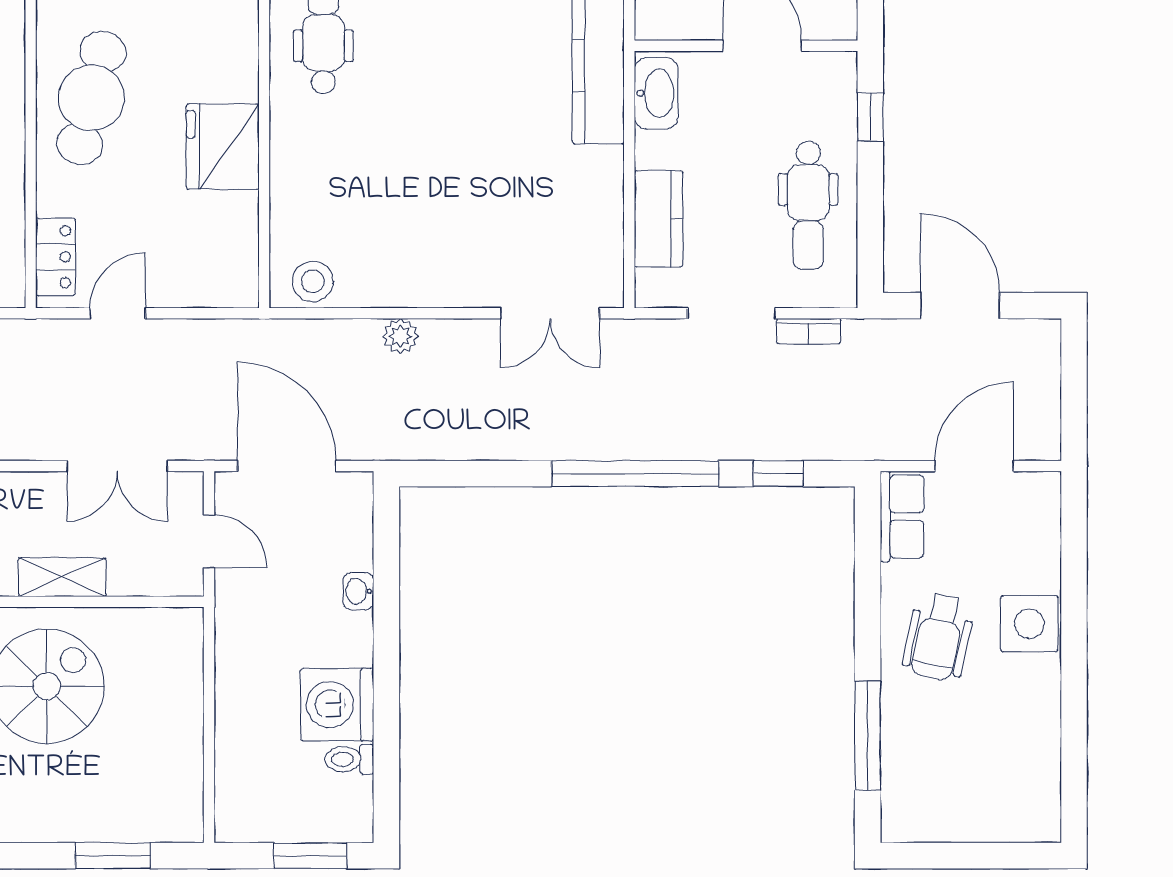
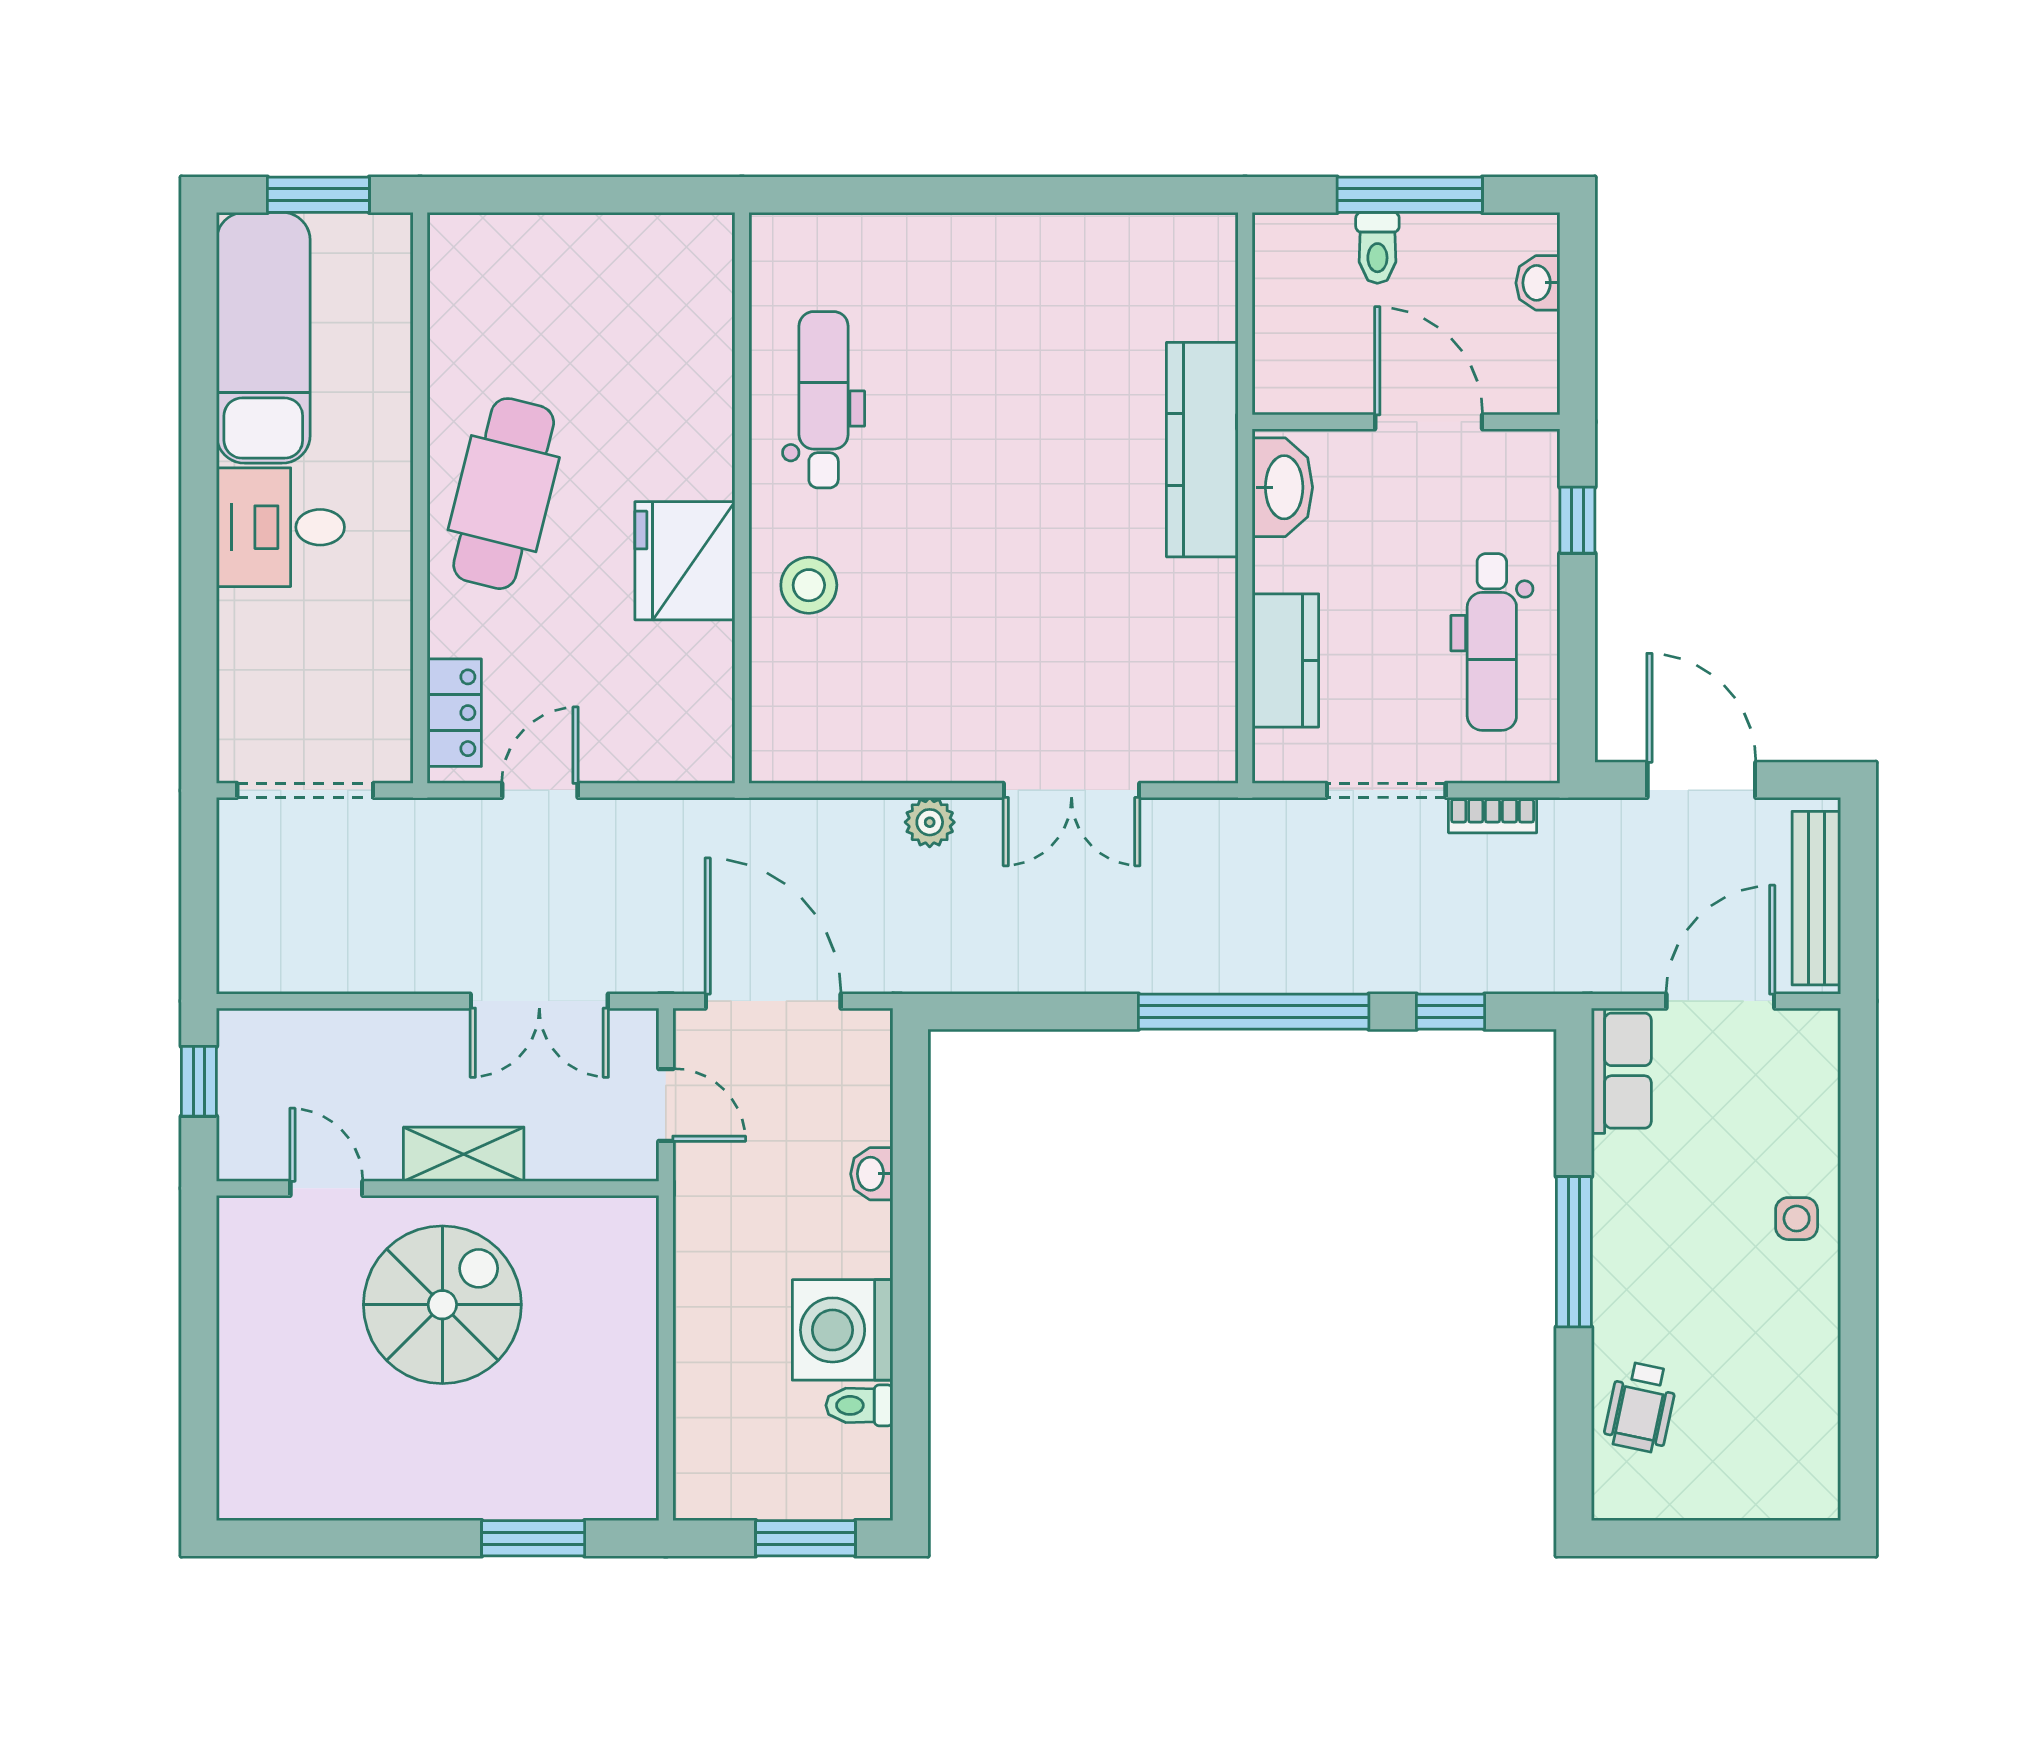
stool: (313, 281) -> (809, 585), moved
double door: (550, 313) -> (1072, 790), moved
bench: (1044, 391) -> (1816, 898), added
side table: (1029, 624) -> (1797, 1219), width x0.54, depth x0.54
wheelchair: (938, 637) -> (1641, 1407), moved, width x0.73, depth x0.73
window: (868, 736) -> (1574, 1252), moved

